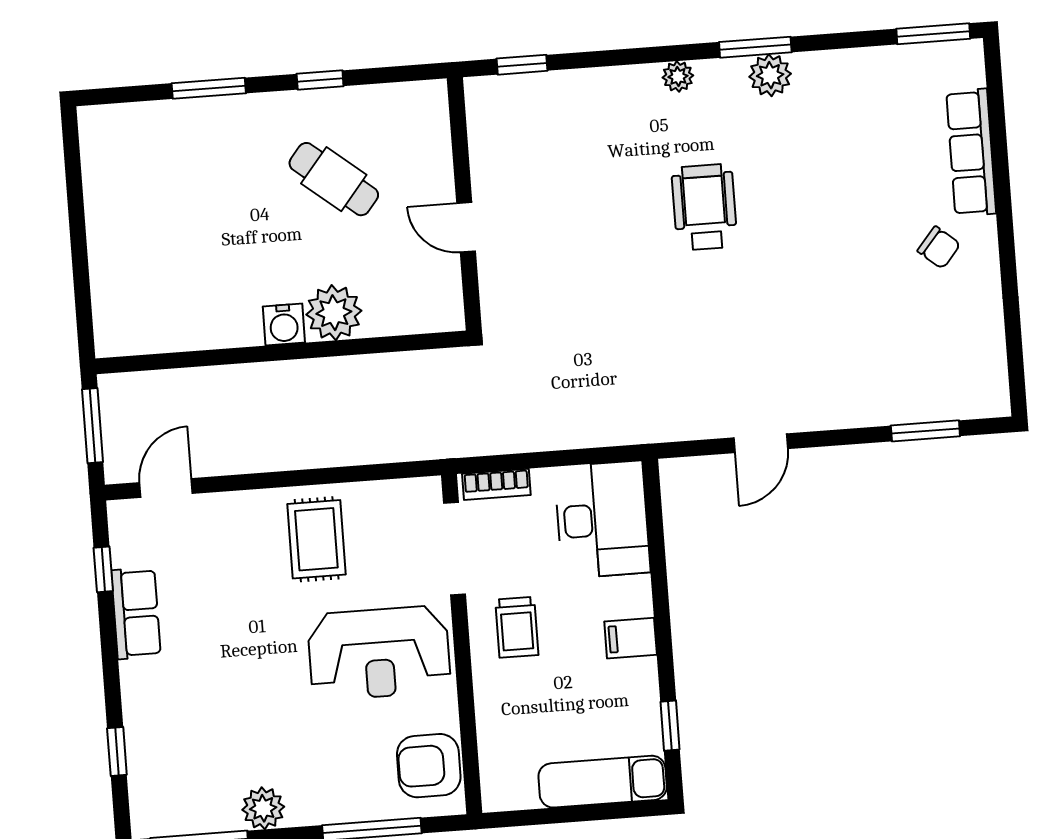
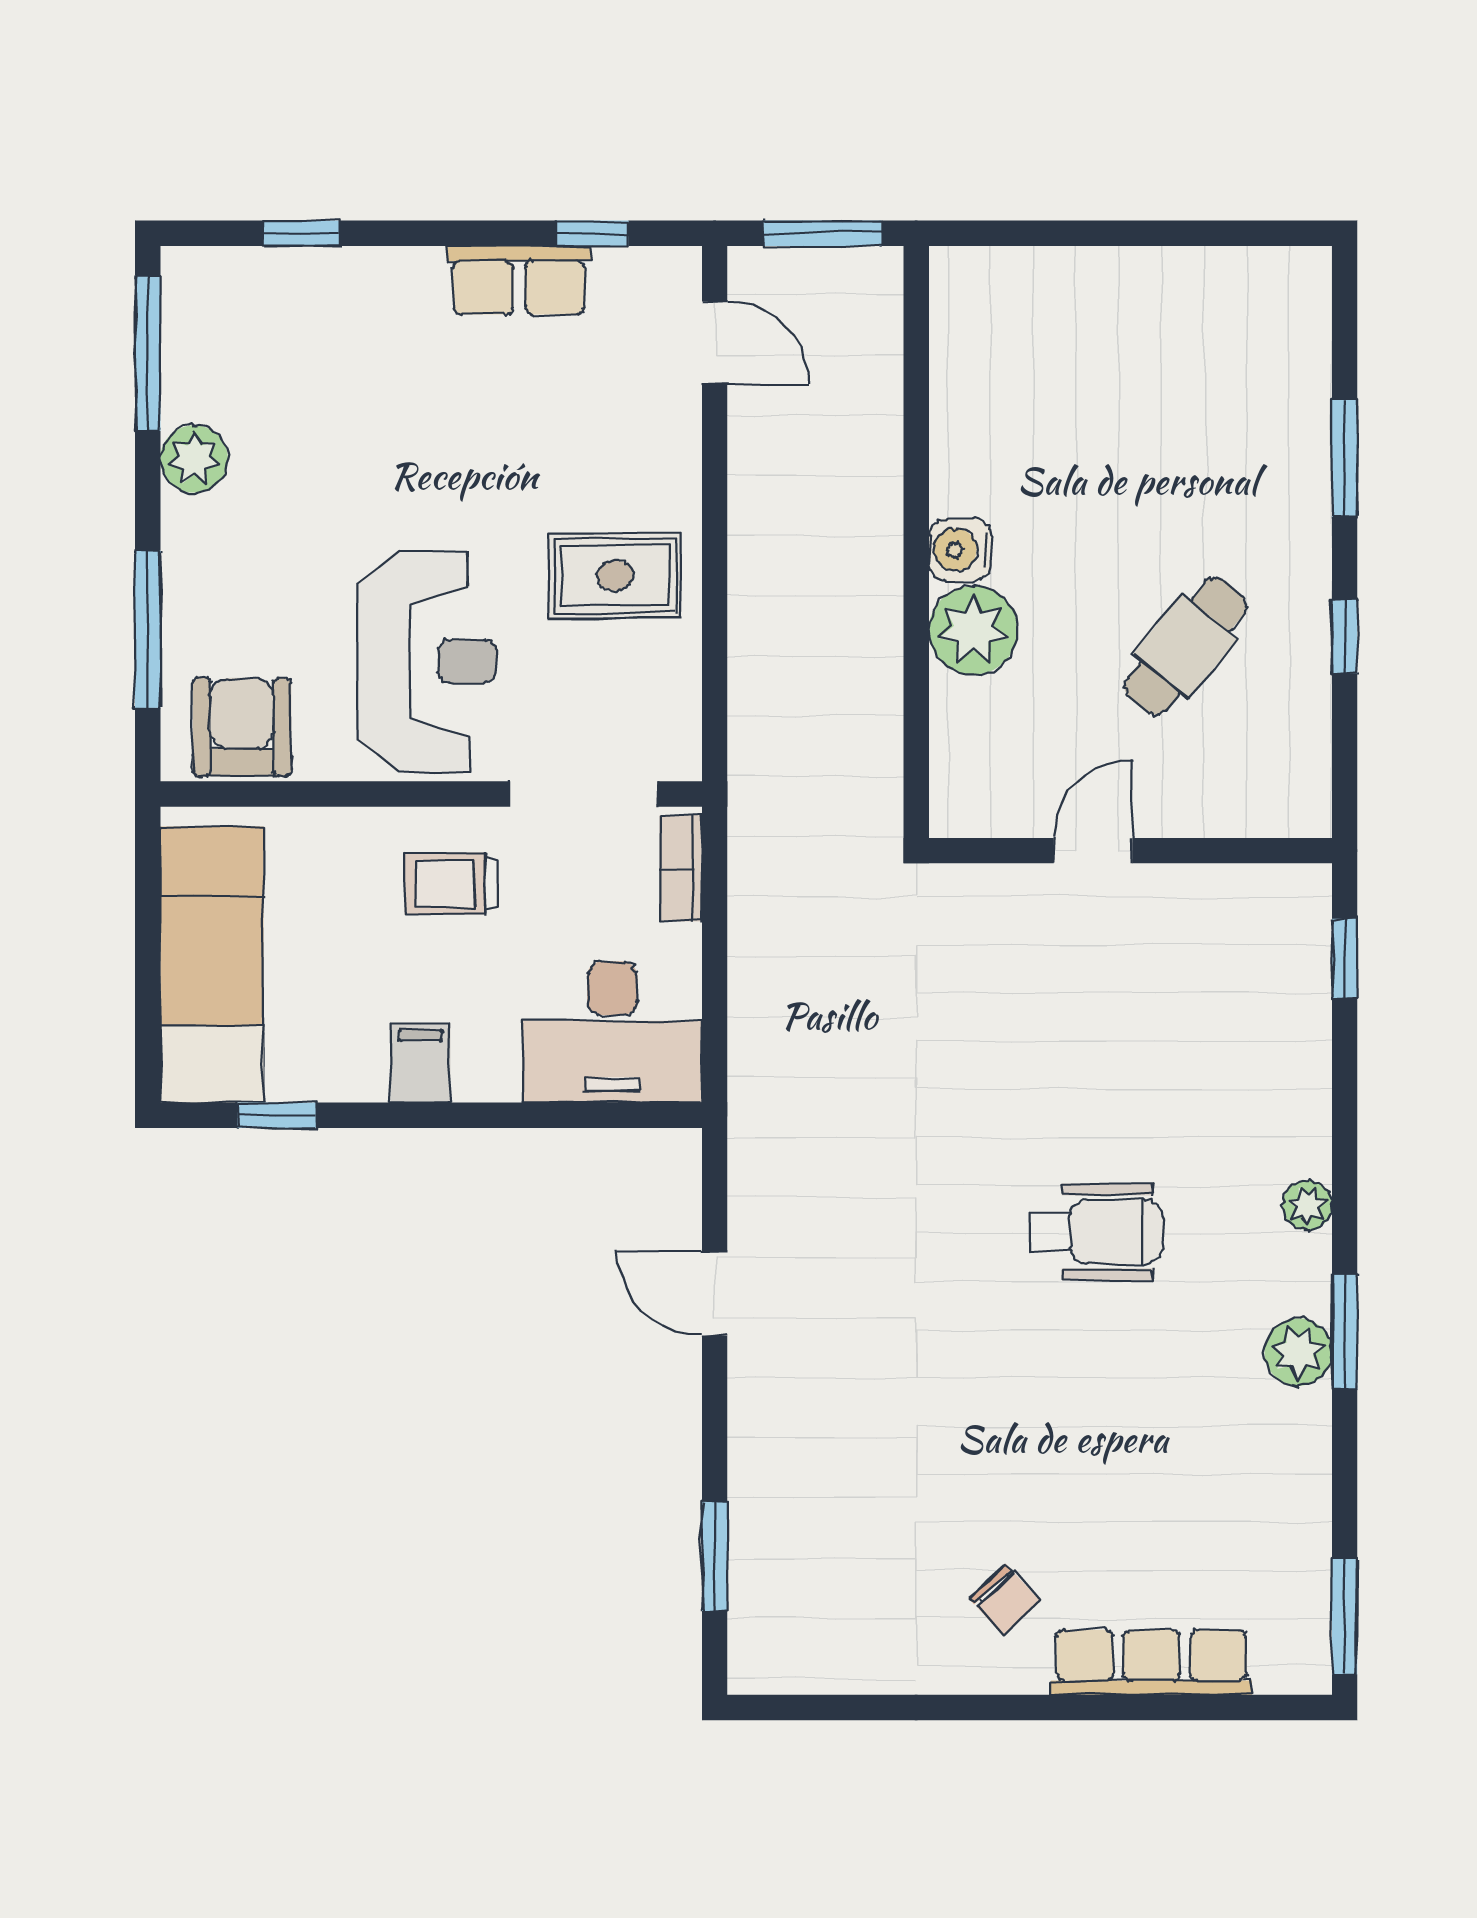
chair: (939, 247) -> (1004, 1600), turned -83
reception desk: (379, 653) -> (427, 661), turned 180
exam couch: (603, 782) -> (212, 965), width x1.36, depth x1.45

